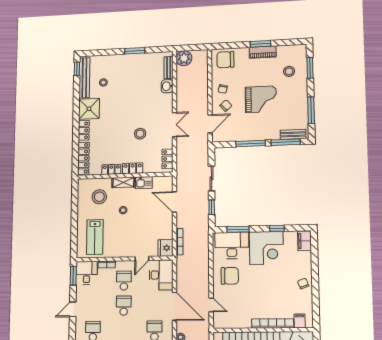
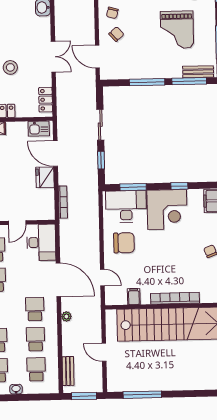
grand piano: (261, 99) -> (177, 30), moved, turned 90
door: (210, 124) -> (97, 57), swing flipped
kitchen sink: (144, 183) -> (39, 129), moved
fridge: (166, 248) -> (45, 177), moved
filing cabinet: (300, 321) -> (134, 297), moved

